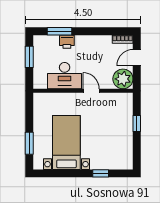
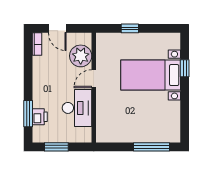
printer: (67, 42) -> (40, 117), moved
plant: (123, 79) -> (81, 56), moved
bed with nightstands: (66, 142) -> (151, 75), moved
window: (29, 143) -> (151, 147), width x1.44

